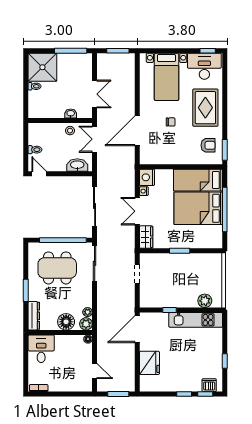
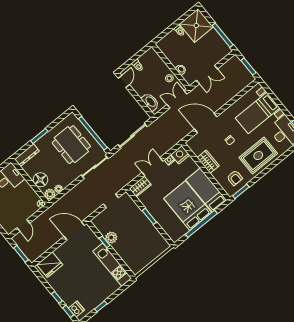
wardrobe: (174, 157) -> (208, 162), added
plant: (205, 301) -> (111, 238), moved
fridge: (149, 363) -> (50, 265), moved

